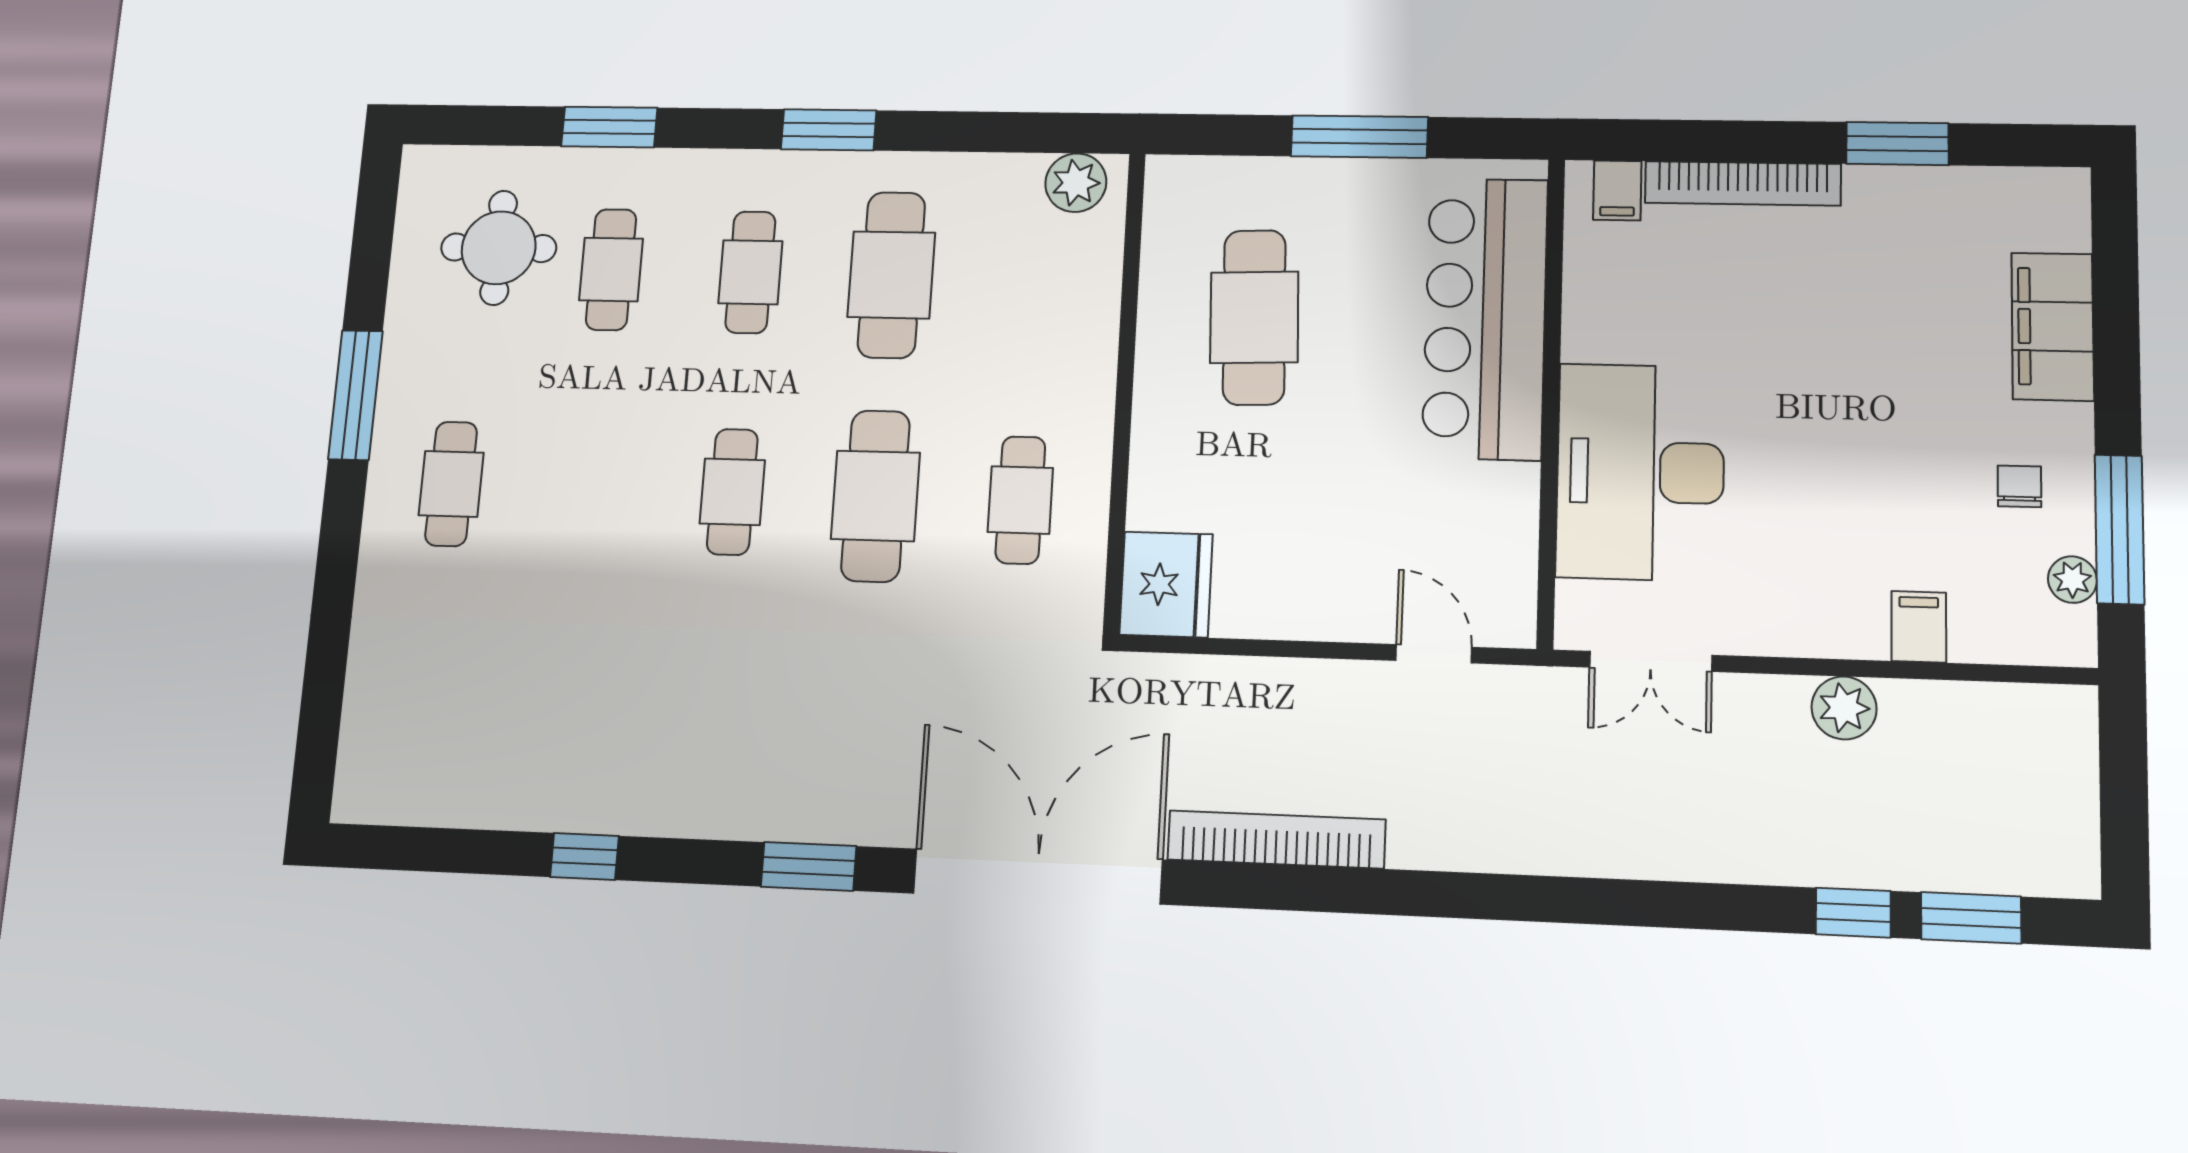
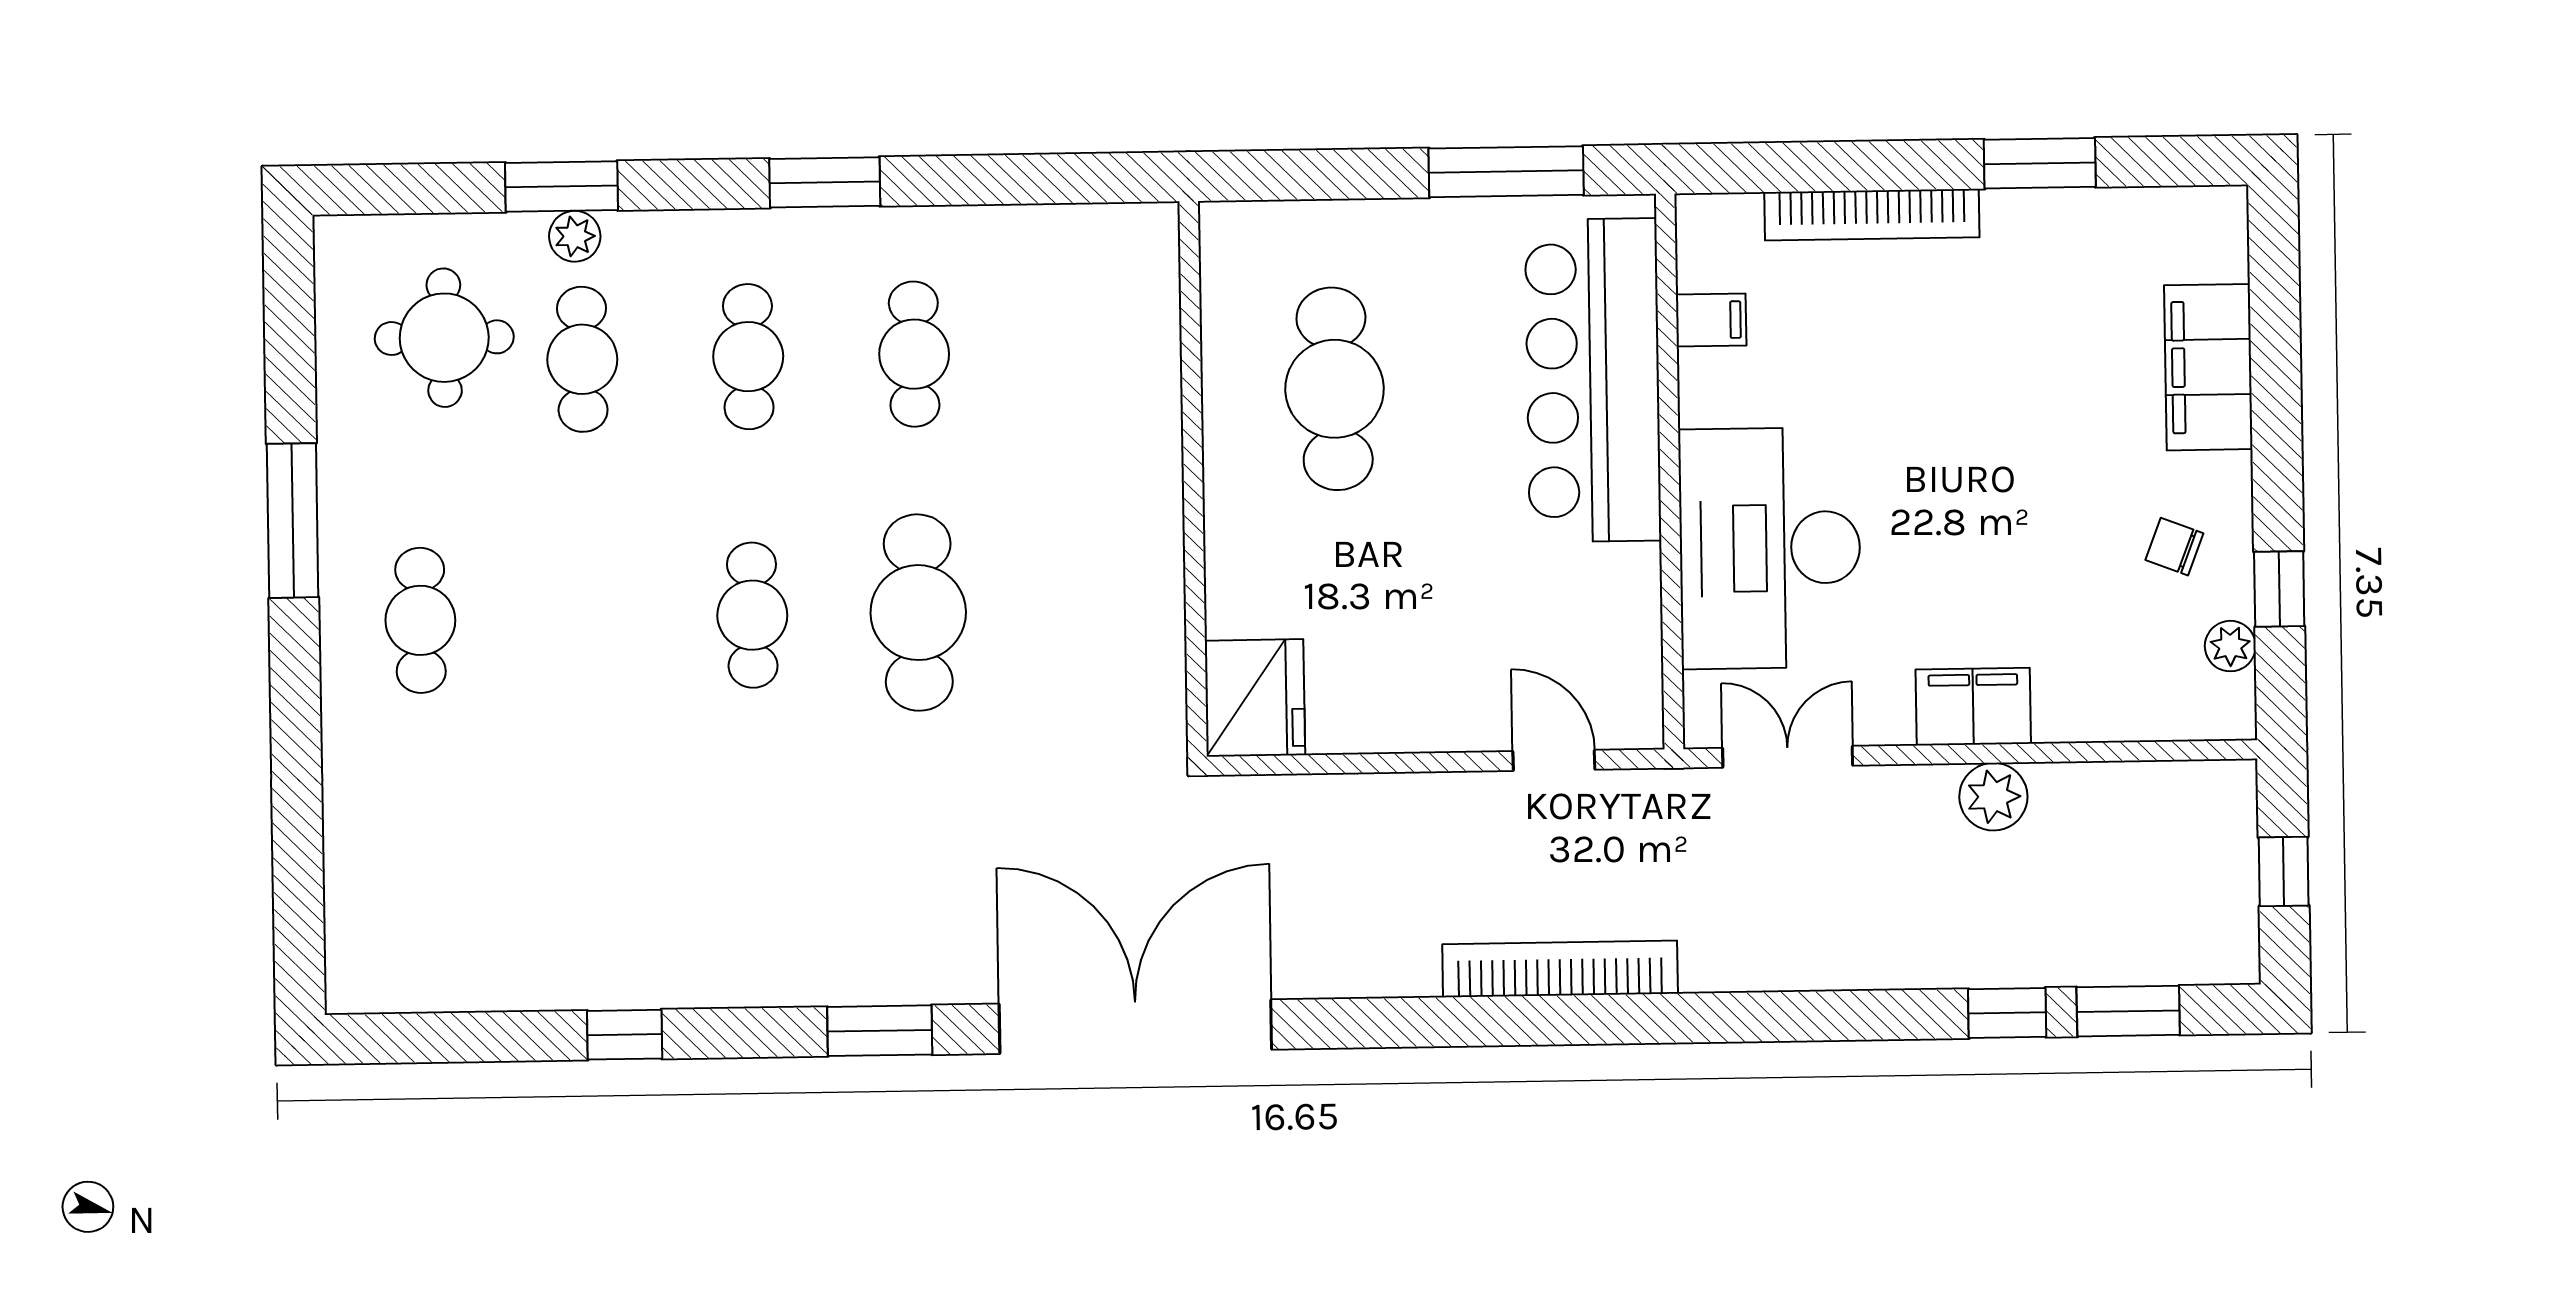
window: (1359, 137) -> (1506, 172), moved
plant: (1076, 183) -> (575, 236), moved, width x0.73, depth x0.73
filing cabinet: (1617, 190) -> (1711, 320), moved, turned -90
cafe table: (891, 275) -> (914, 354), width x0.73, depth x0.74
chair: (2019, 486) -> (2174, 547), turned -69
cafe table: (1020, 500) -> (1084, 610), removed
window: (2120, 529) -> (2279, 589), width x0.46
filing cabinet: (1919, 627) -> (1973, 707), moved, width x2.00
double door: (1651, 661) -> (1788, 757), swing flipped
window: (2124, 793) -> (2284, 872), added
bookcase: (1276, 839) -> (1560, 969), moved

